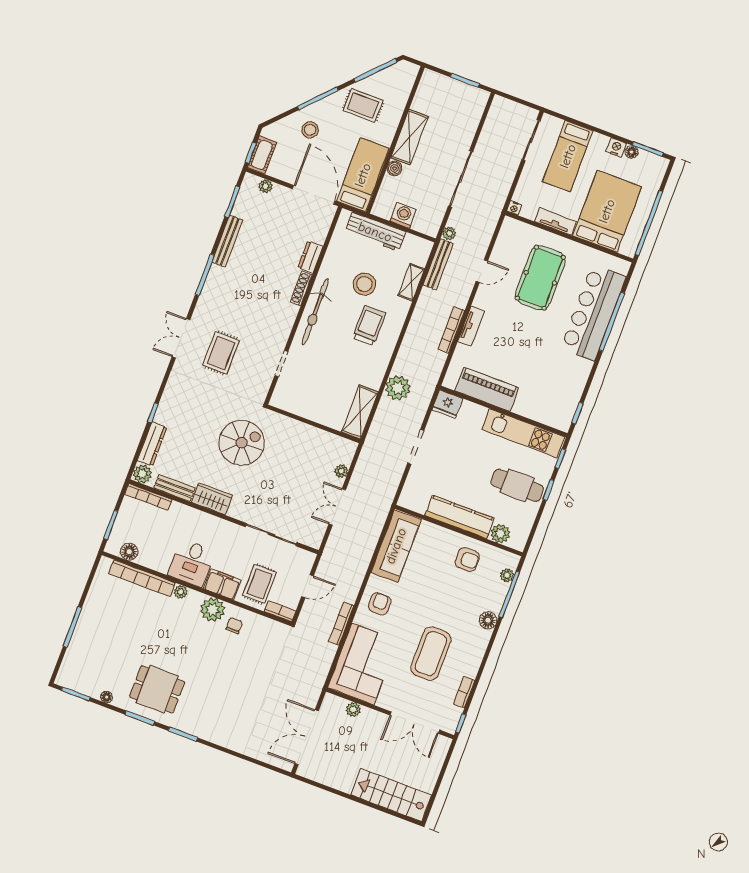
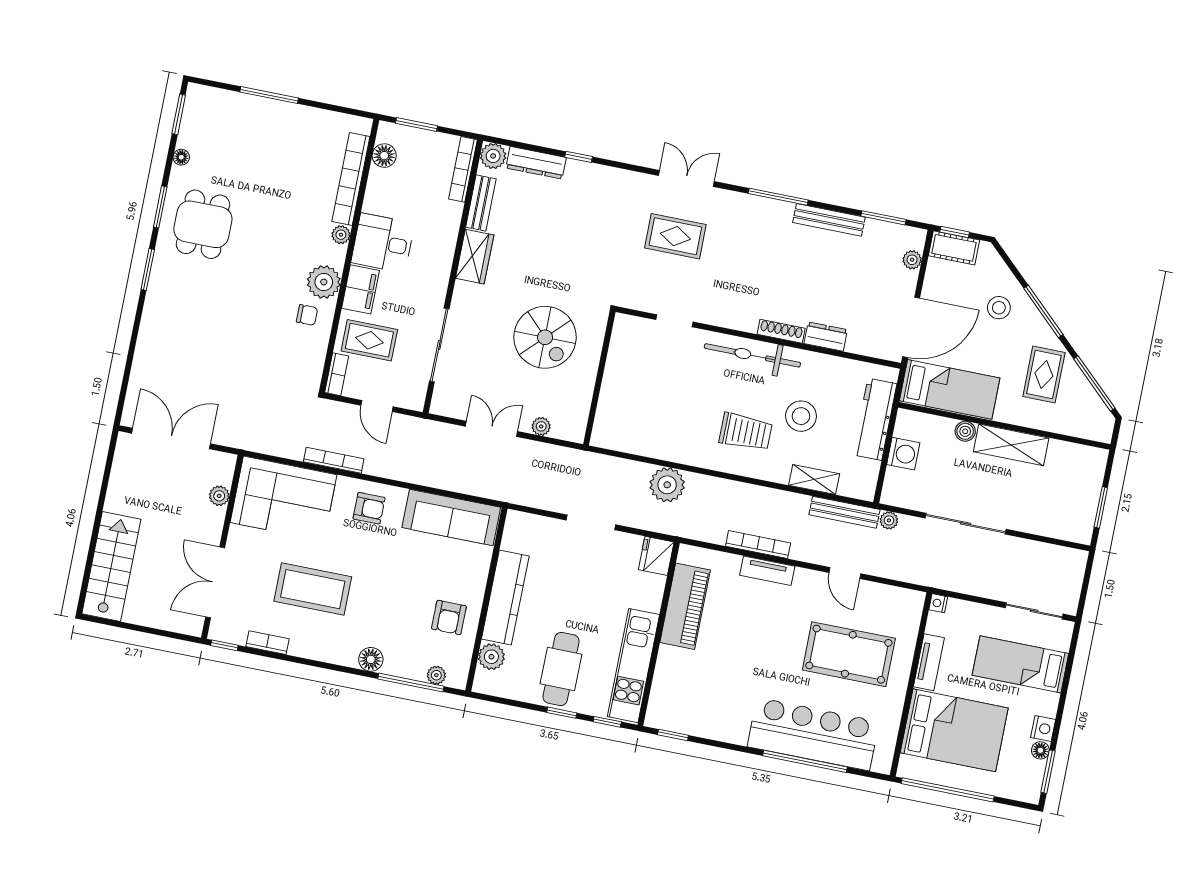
shelving: (360, 412) -> (626, 439), removed
spiral stairs: (242, 443) -> (545, 337), moved

